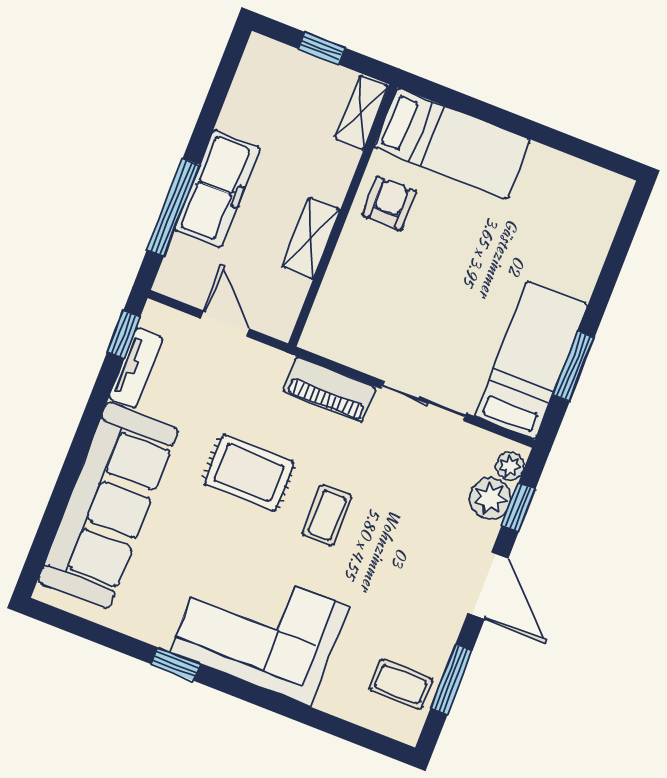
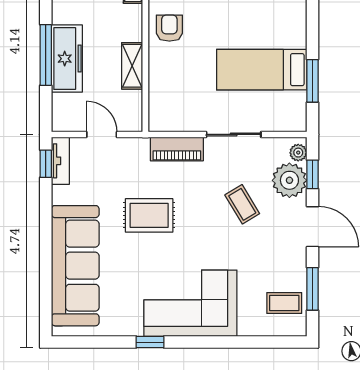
window: (173, 207) -> (46, 55), moved
bed: (531, 360) -> (262, 70), moved, turned -90
tv unit: (136, 368) -> (60, 161), moved
plant: (490, 498) -> (289, 180), width x1.36, depth x1.36
coffee table: (327, 515) -> (242, 204), moved, turned -31

